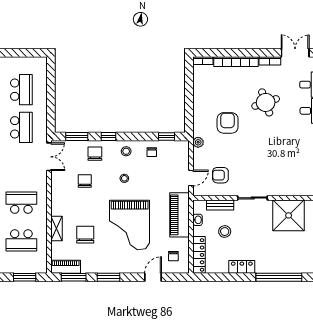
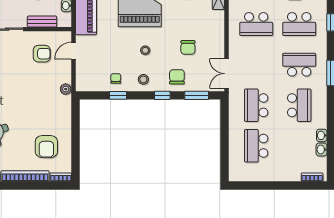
armchair: (228, 123) -> (46, 147), moved
window: (166, 136) -> (118, 95), moved
chair: (95, 154) -> (177, 77), turned 180

